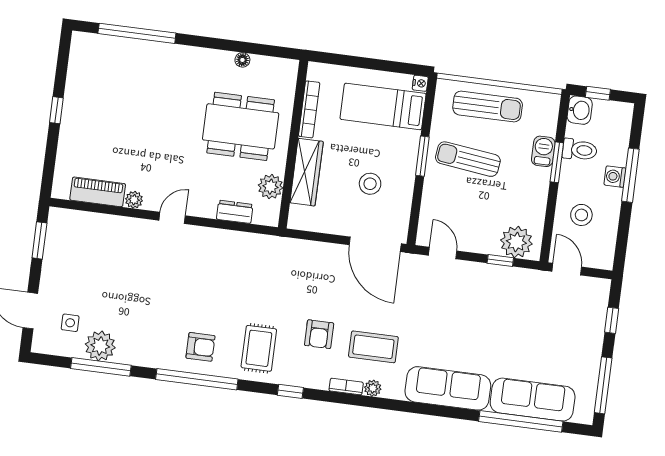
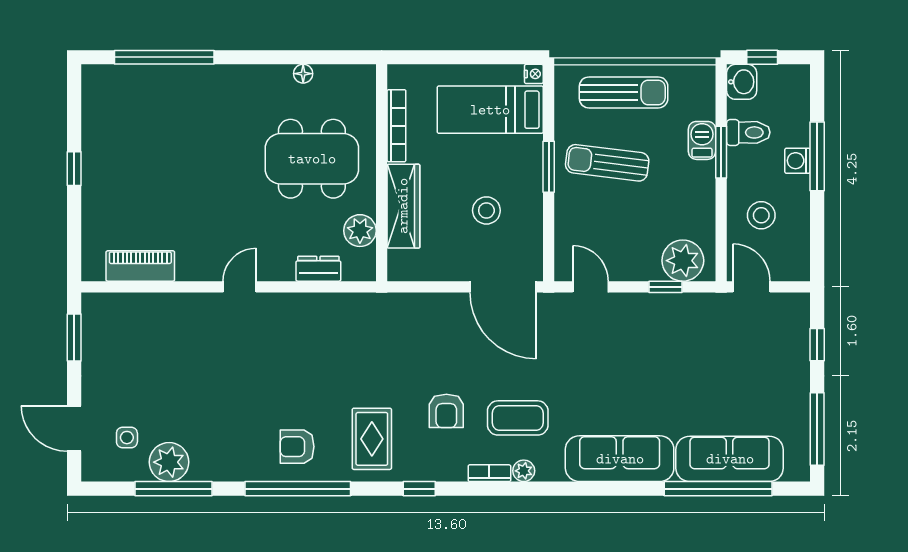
plant: (134, 200) -> (188, 270), removed
armchair: (200, 347) -> (297, 447), turned 180

